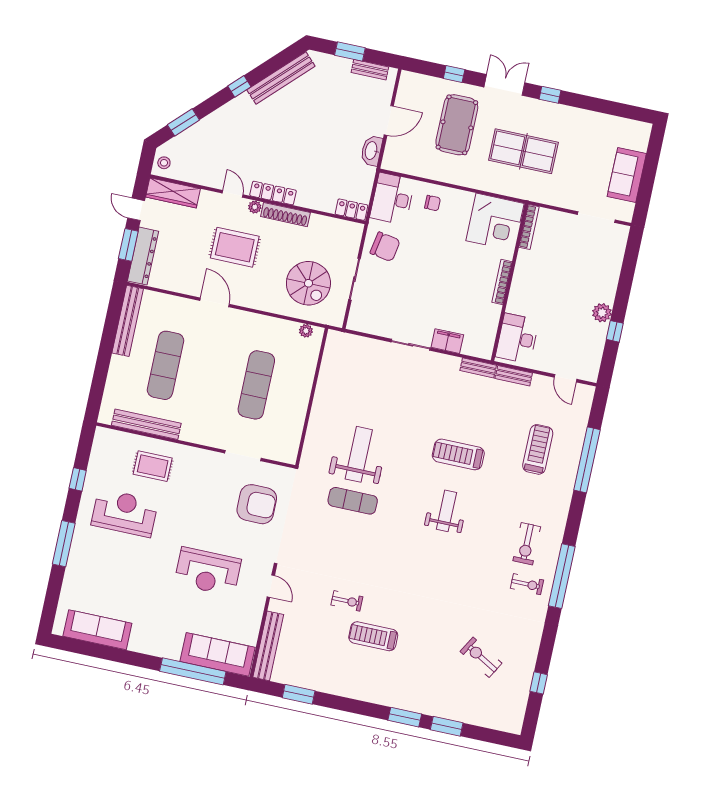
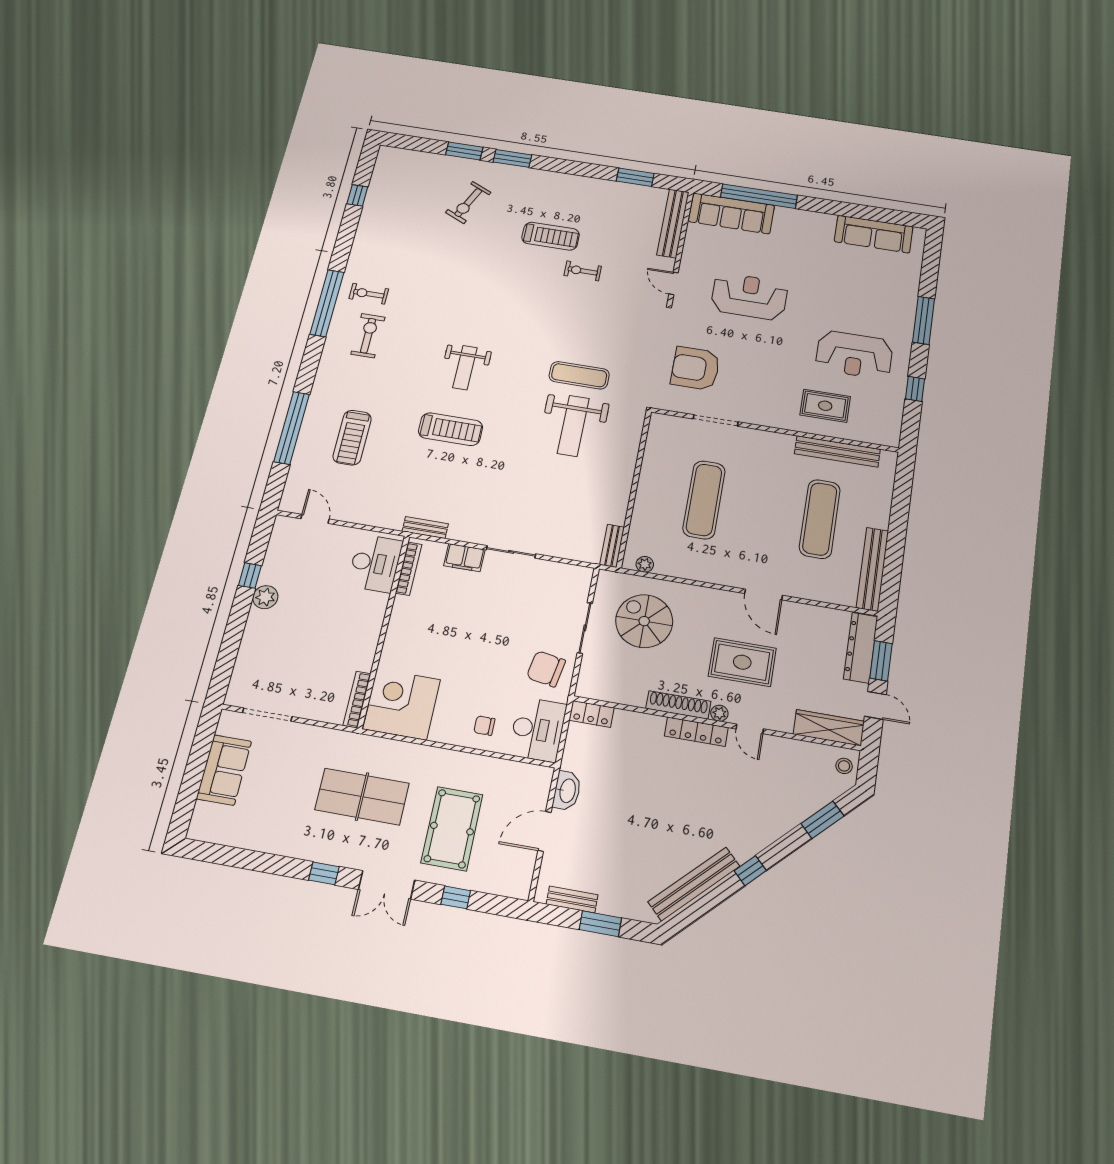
bookcase: (502, 282) -> (409, 569), moved
bench: (514, 376) -> (612, 546), moved, turned 90
exercise bike: (481, 657) -> (468, 203), moved, turned 85

